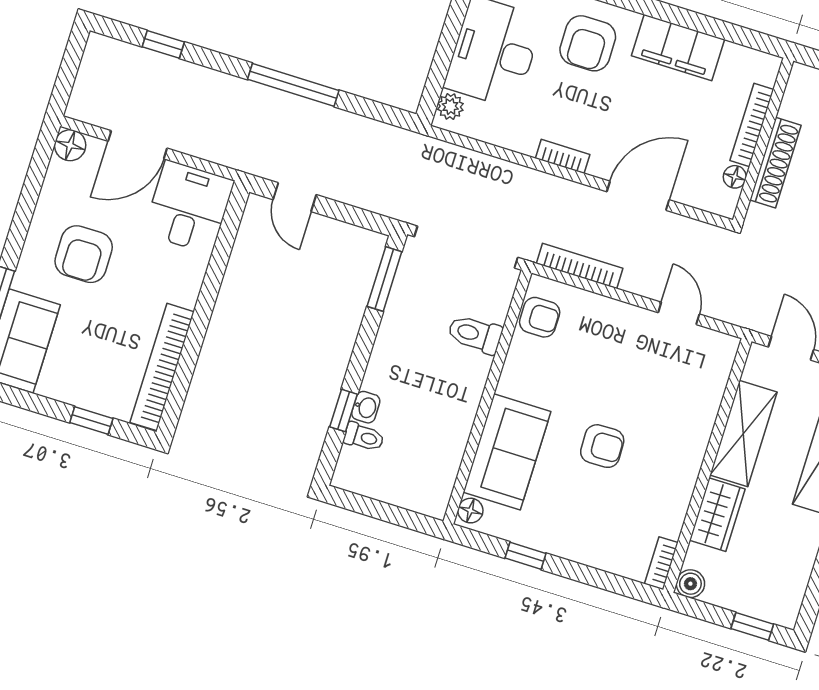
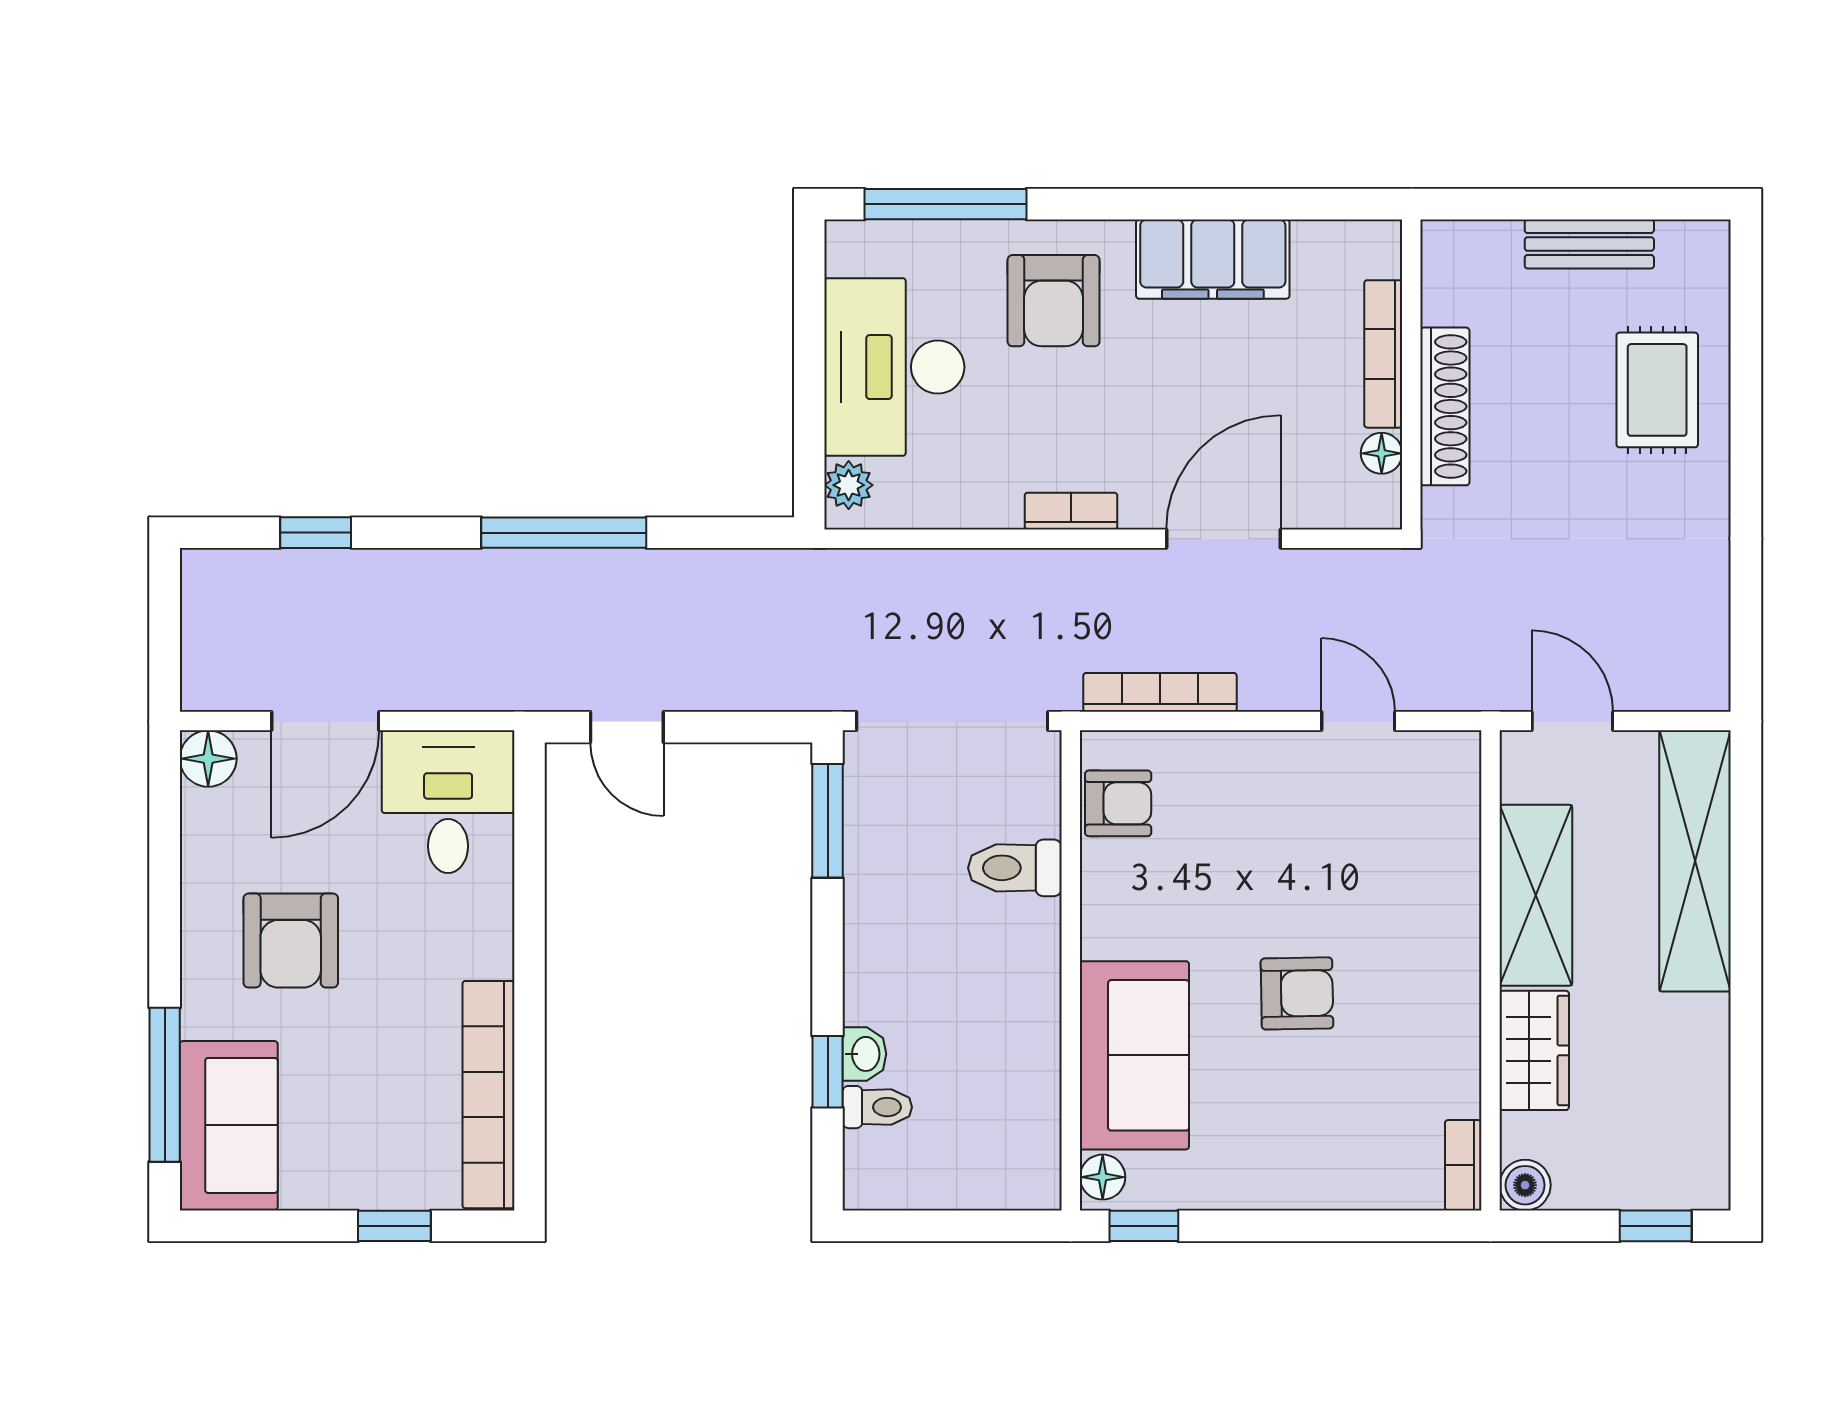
window: (526, 556) -> (1144, 1226), moved

